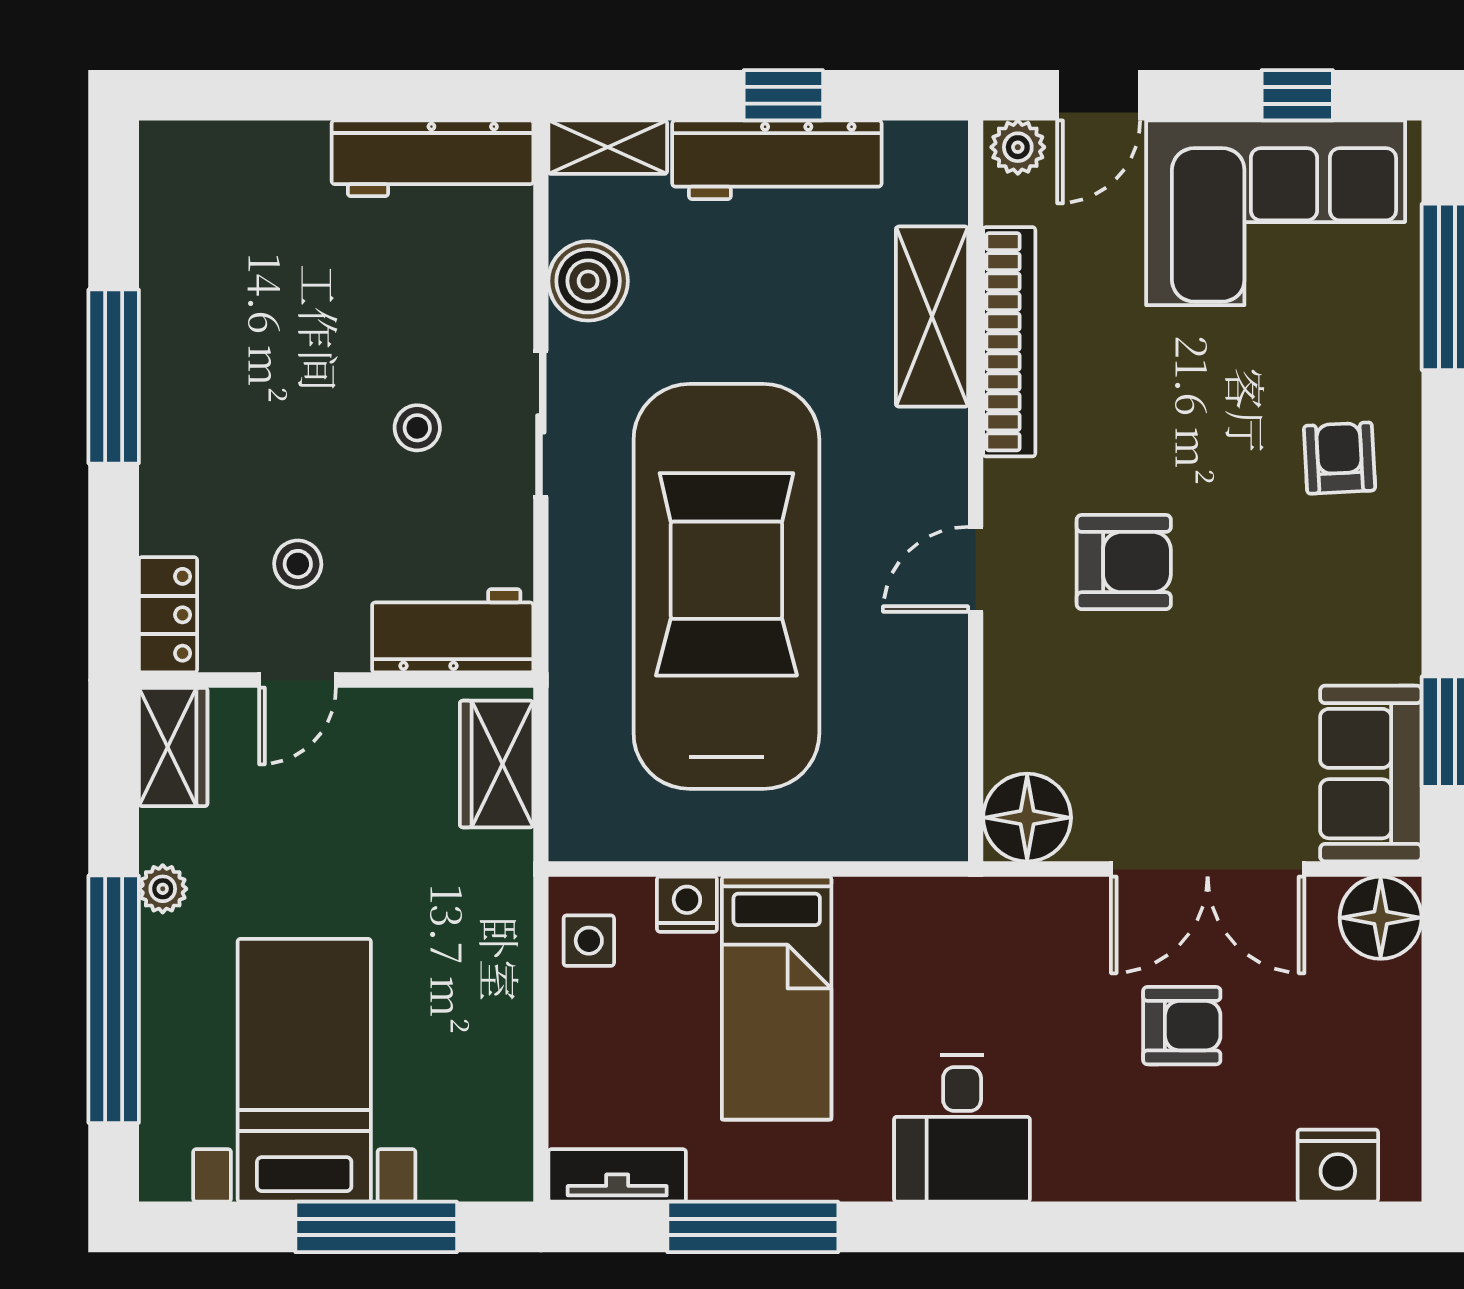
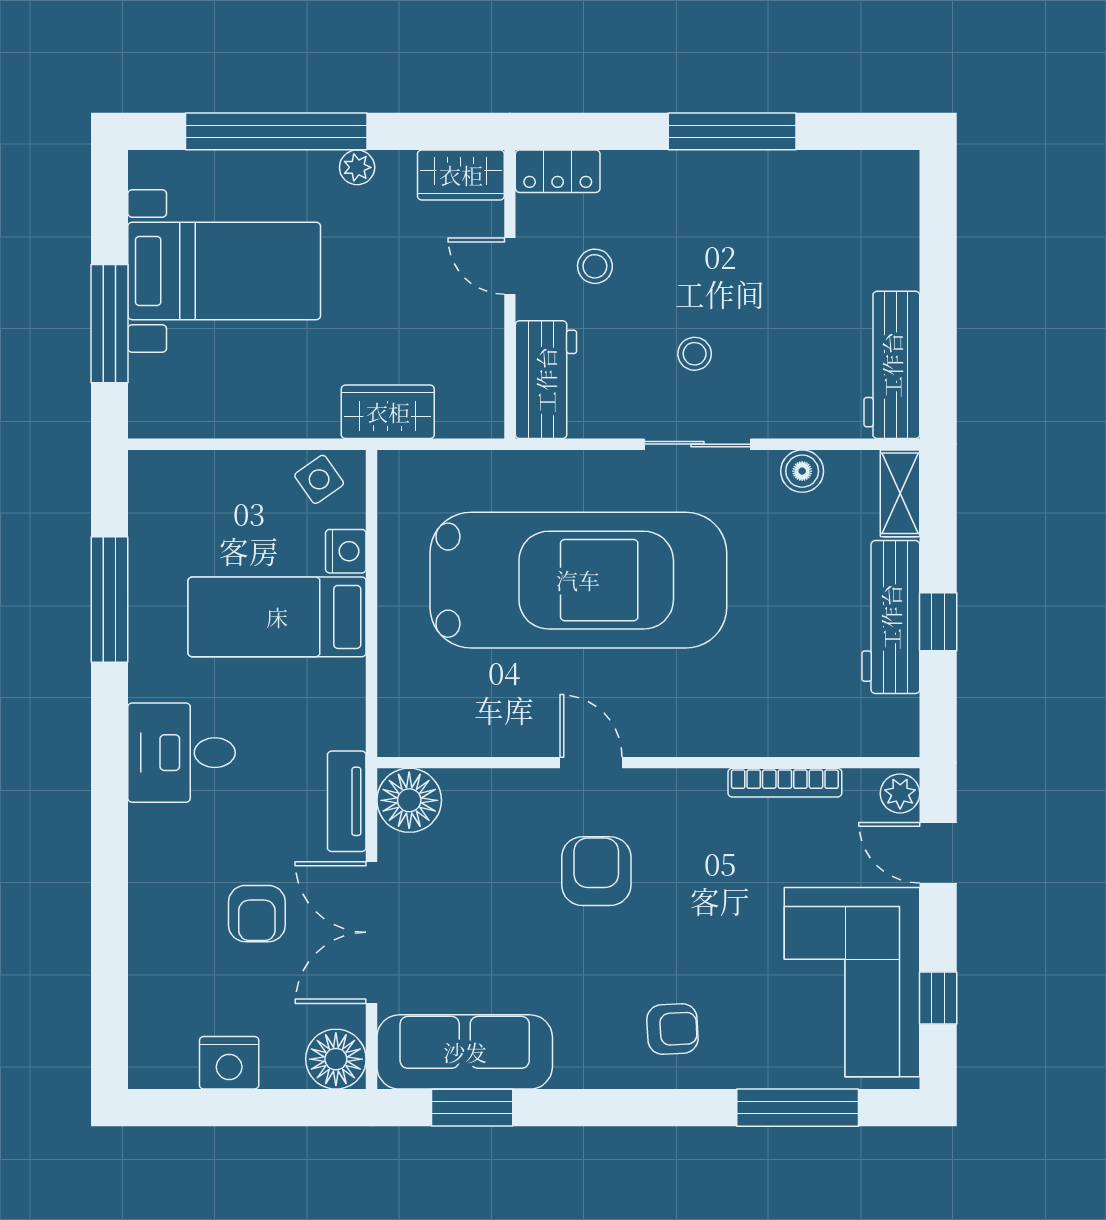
boiler: (588, 281) -> (802, 471), width x0.73, depth x0.73
shelving: (932, 317) -> (776, 731), removed
bookcase: (1009, 342) -> (785, 783), width x0.68, depth x0.76
armchair: (1124, 562) -> (596, 871), turned 180
wardrobe: (497, 764) -> (388, 412), moved
sofa: (1371, 774) -> (465, 1052), width x1.36
side table: (589, 941) -> (319, 479), turned -35
nightstand: (1338, 1166) -> (229, 1063), moved, turned -90
tv unit: (617, 1175) -> (347, 801), moved, turned 180

